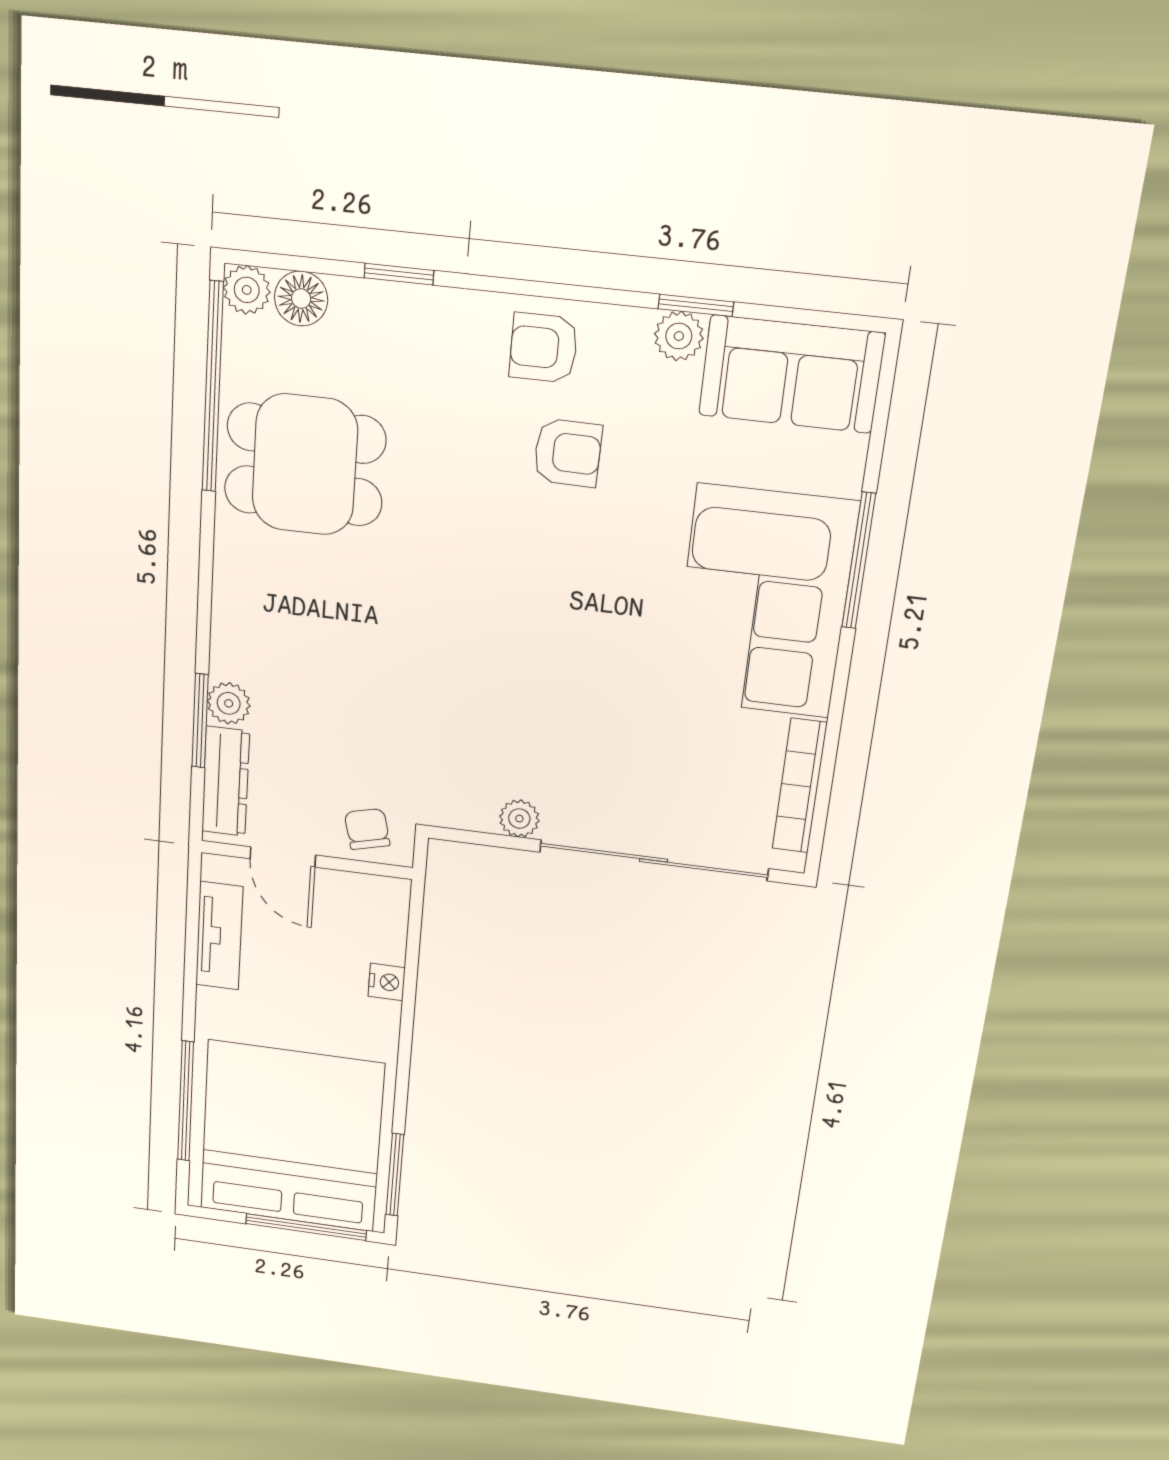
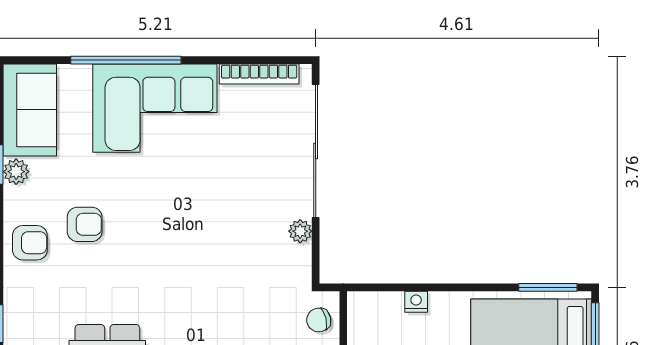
armchair: (544, 348) -> (30, 243), turned -90
armchair: (568, 453) -> (85, 224), turned 89
window: (859, 561) -> (126, 60), width x1.46

